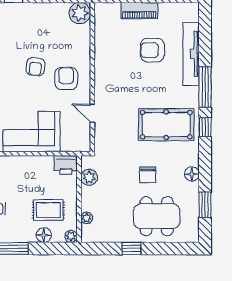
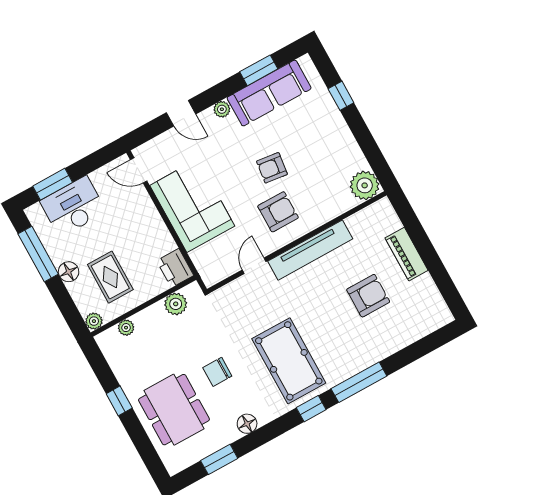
armchair: (152, 50) -> (368, 296), turned 90
tv unit: (191, 54) -> (310, 250), moved, turned 180
floor lamp: (44, 235) -> (69, 272), moved

